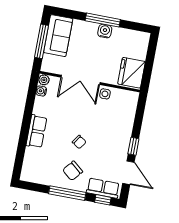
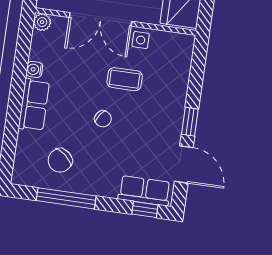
water cooler: (41, 91) -> (34, 69), moved
coffee table: (94, 118) -> (125, 79), added
chair: (73, 171) -> (60, 160), moved
window: (67, 193) -> (66, 198), moved

